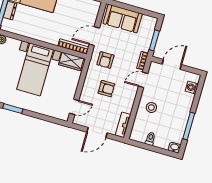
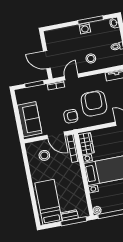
stool: (80, 15) -> (44, 155), added
door: (143, 80) -> (72, 77), swing flipped
washing machine: (192, 87) -> (85, 28), moved
armchair: (106, 89) -> (94, 103), width x1.88, depth x1.88

